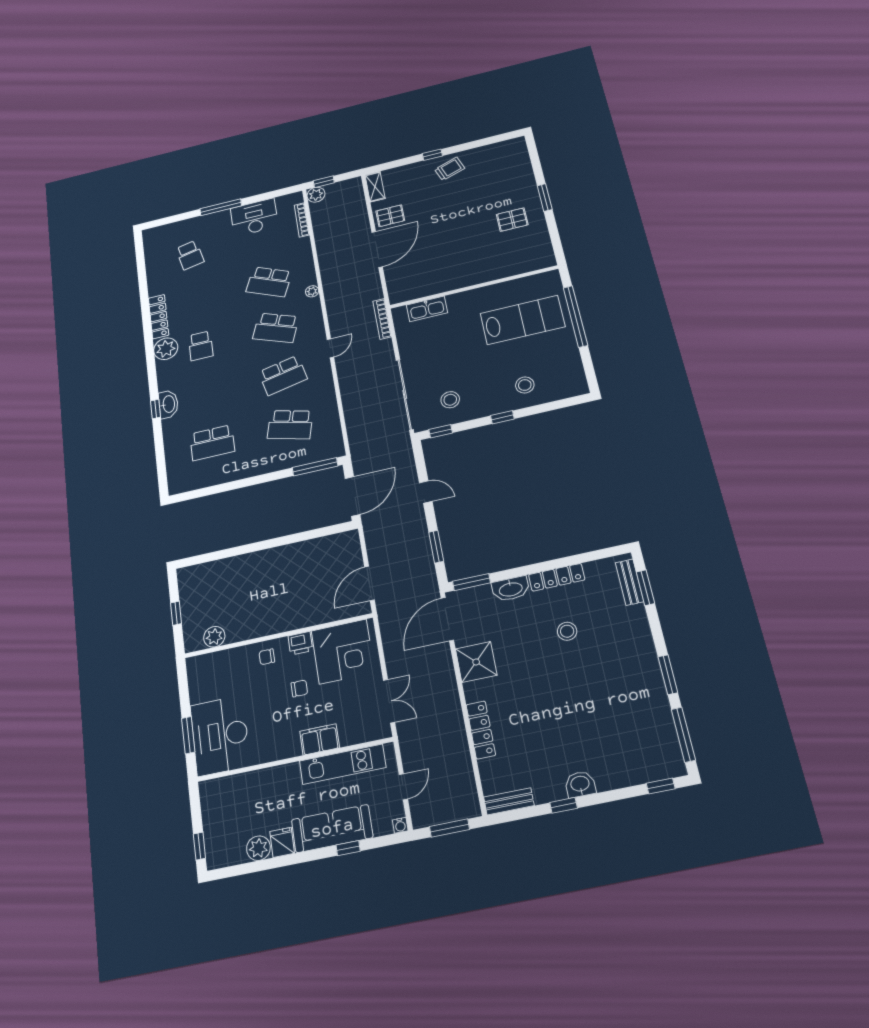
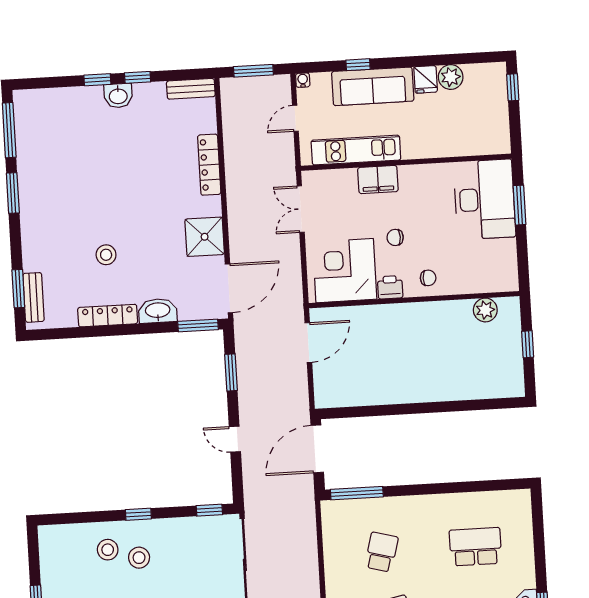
stool: (450, 400) -> (139, 558), moved
school desk: (290, 425) -> (382, 552), width x0.54
window: (661, 786) -> (97, 80), moved

